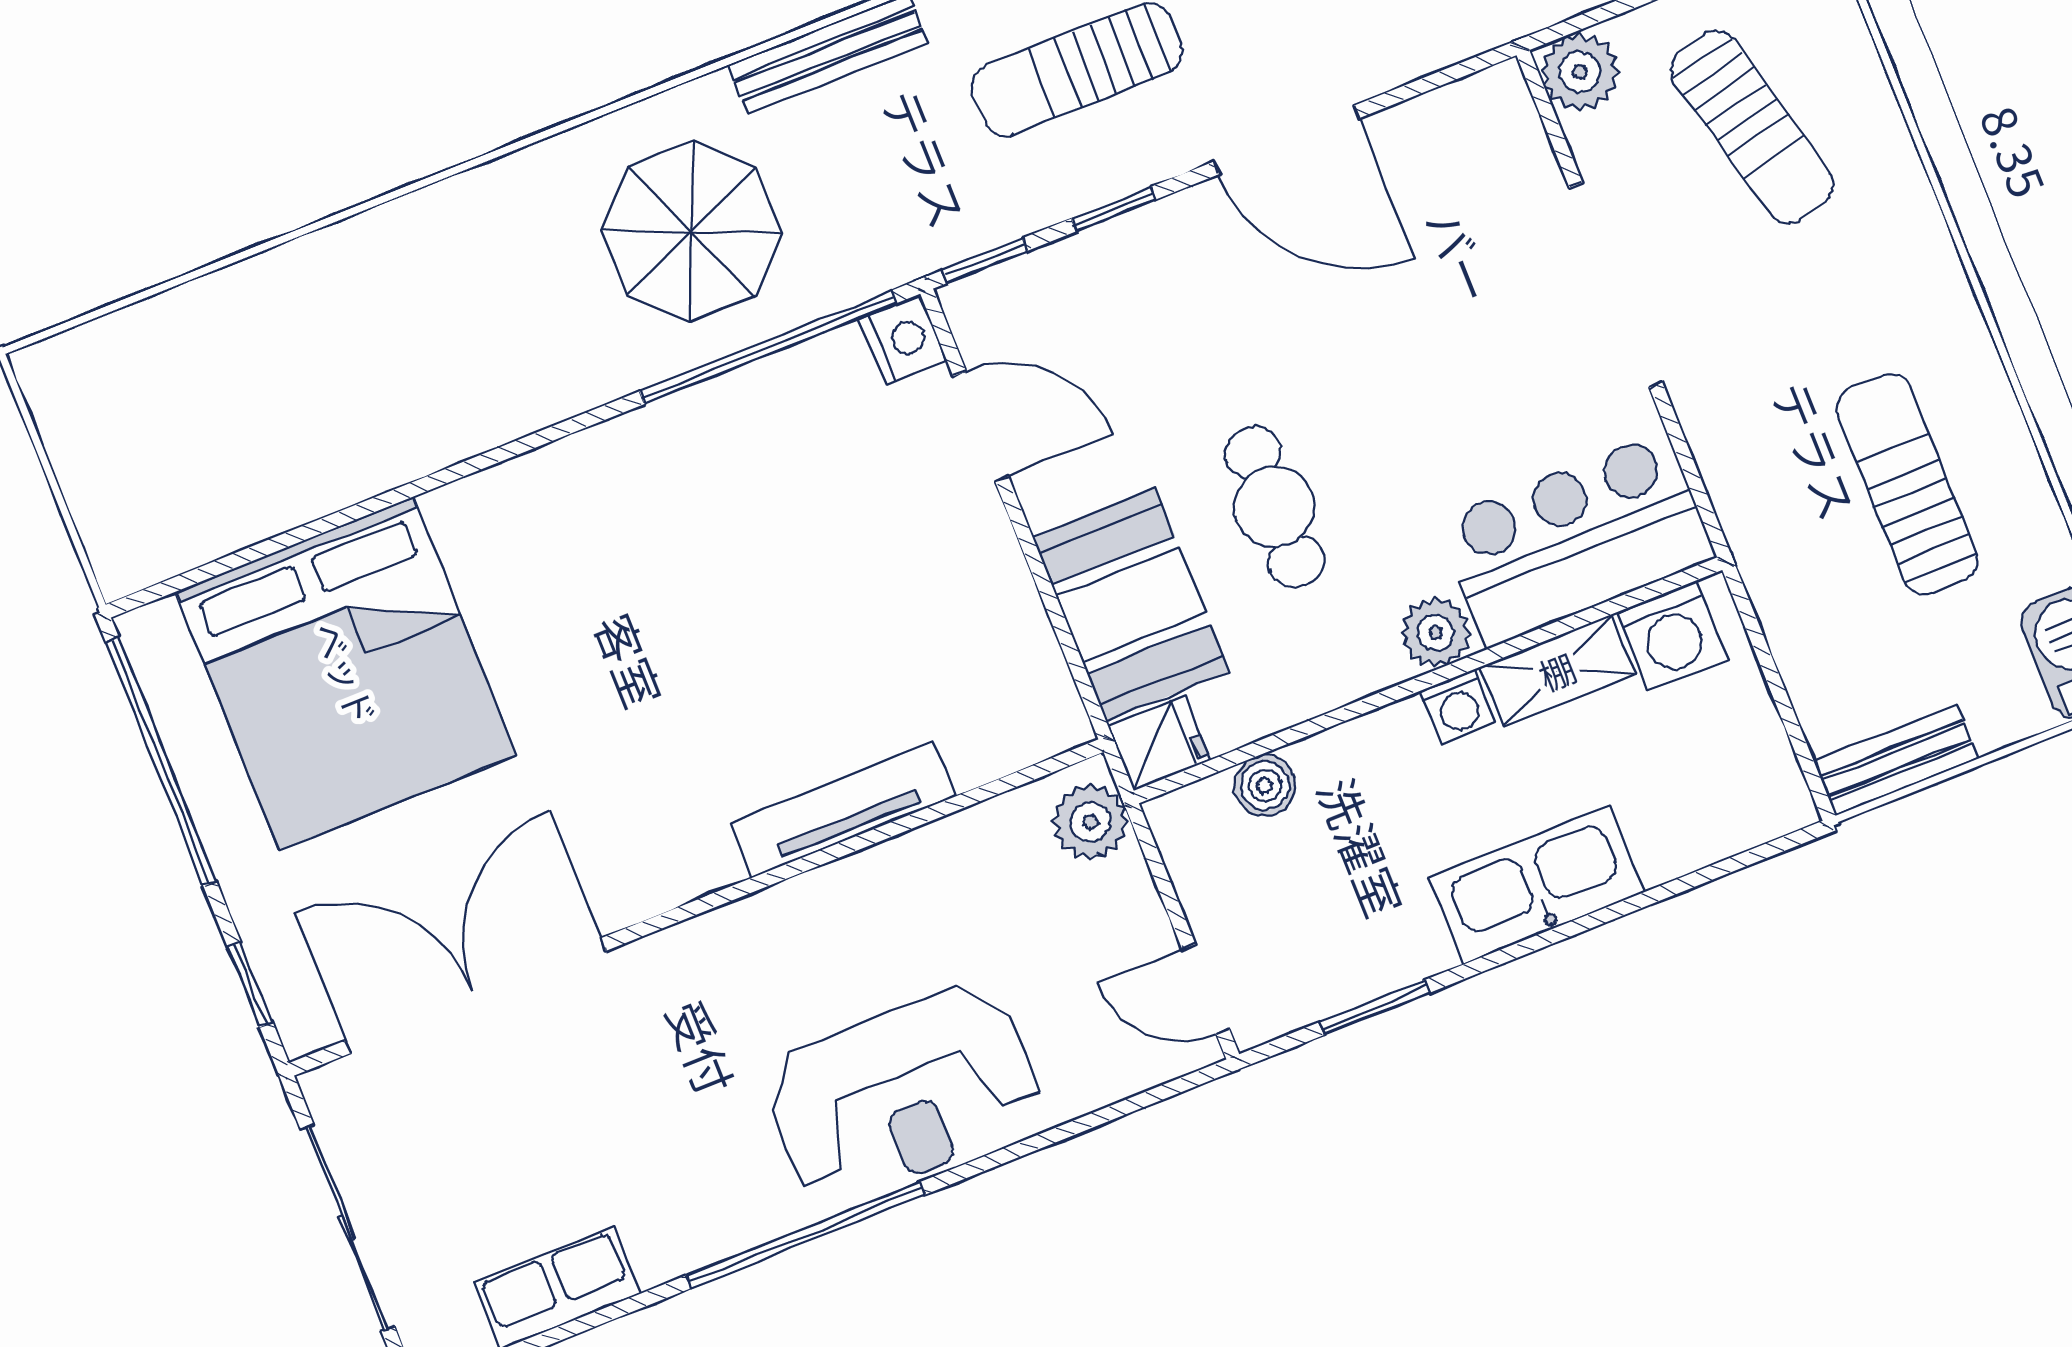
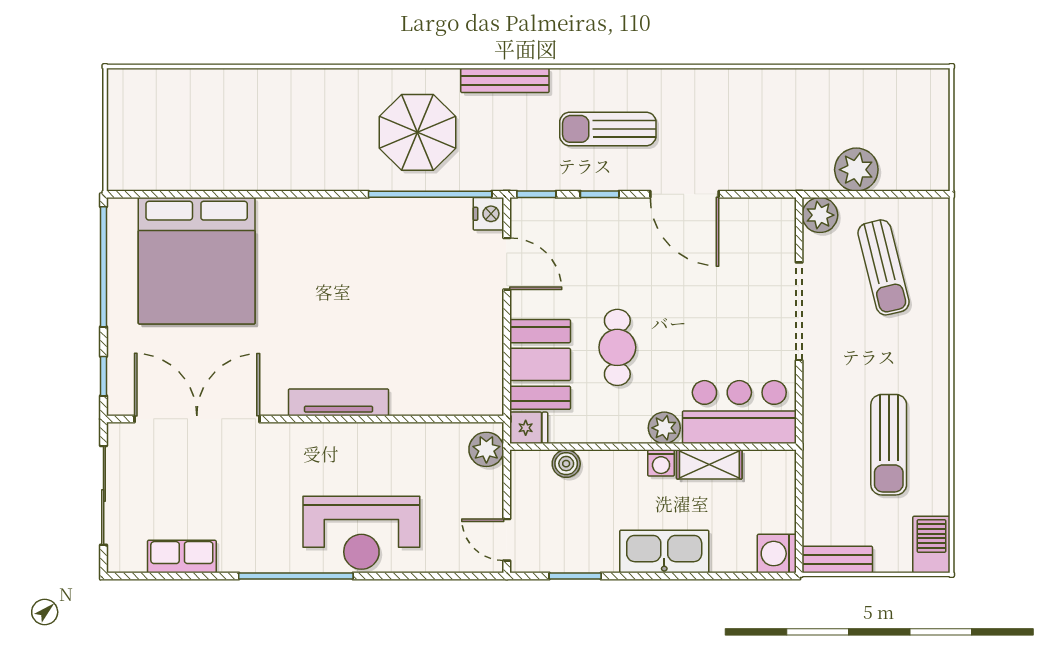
sun lounger: (1907, 484) -> (889, 445), turned 180
washing machine: (1672, 636) -> (777, 554), moved, turned 90
tv unit: (843, 810) -> (338, 402), moved

